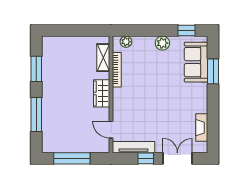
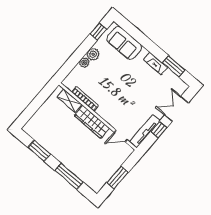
plant: (126, 42) -> (84, 63), moved
window: (213, 71) -> (174, 66), moved
wardrobe: (102, 93) -> (92, 122), width x1.50
fireplace: (202, 128) -> (156, 64), moved
window: (72, 158) -> (117, 178), width x0.69

